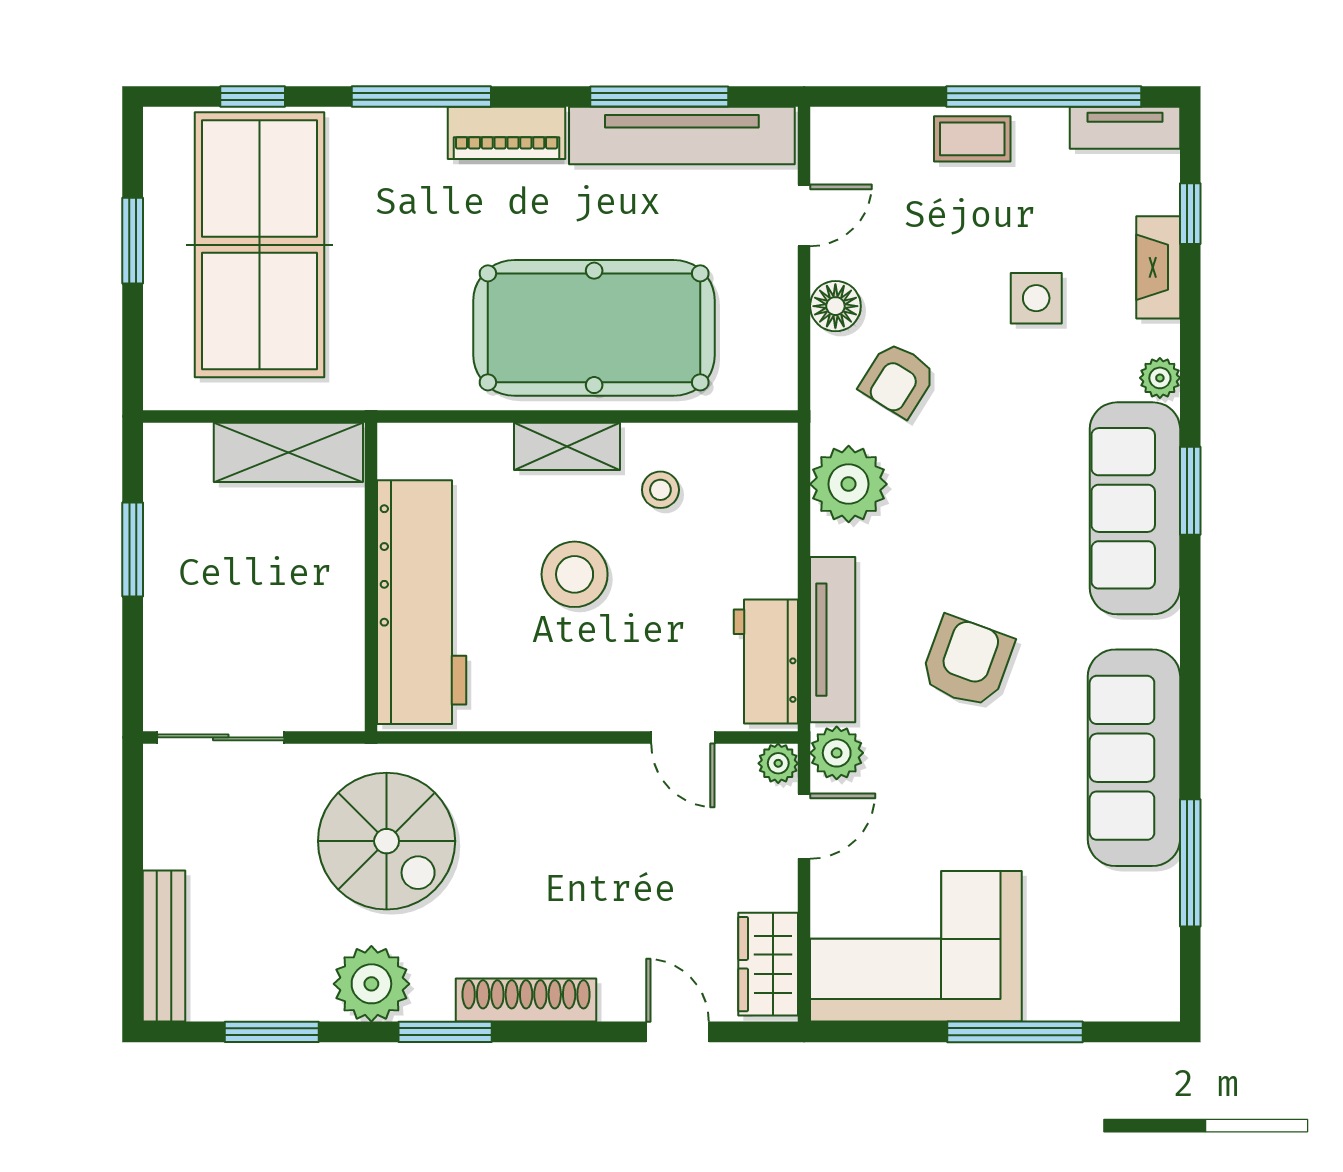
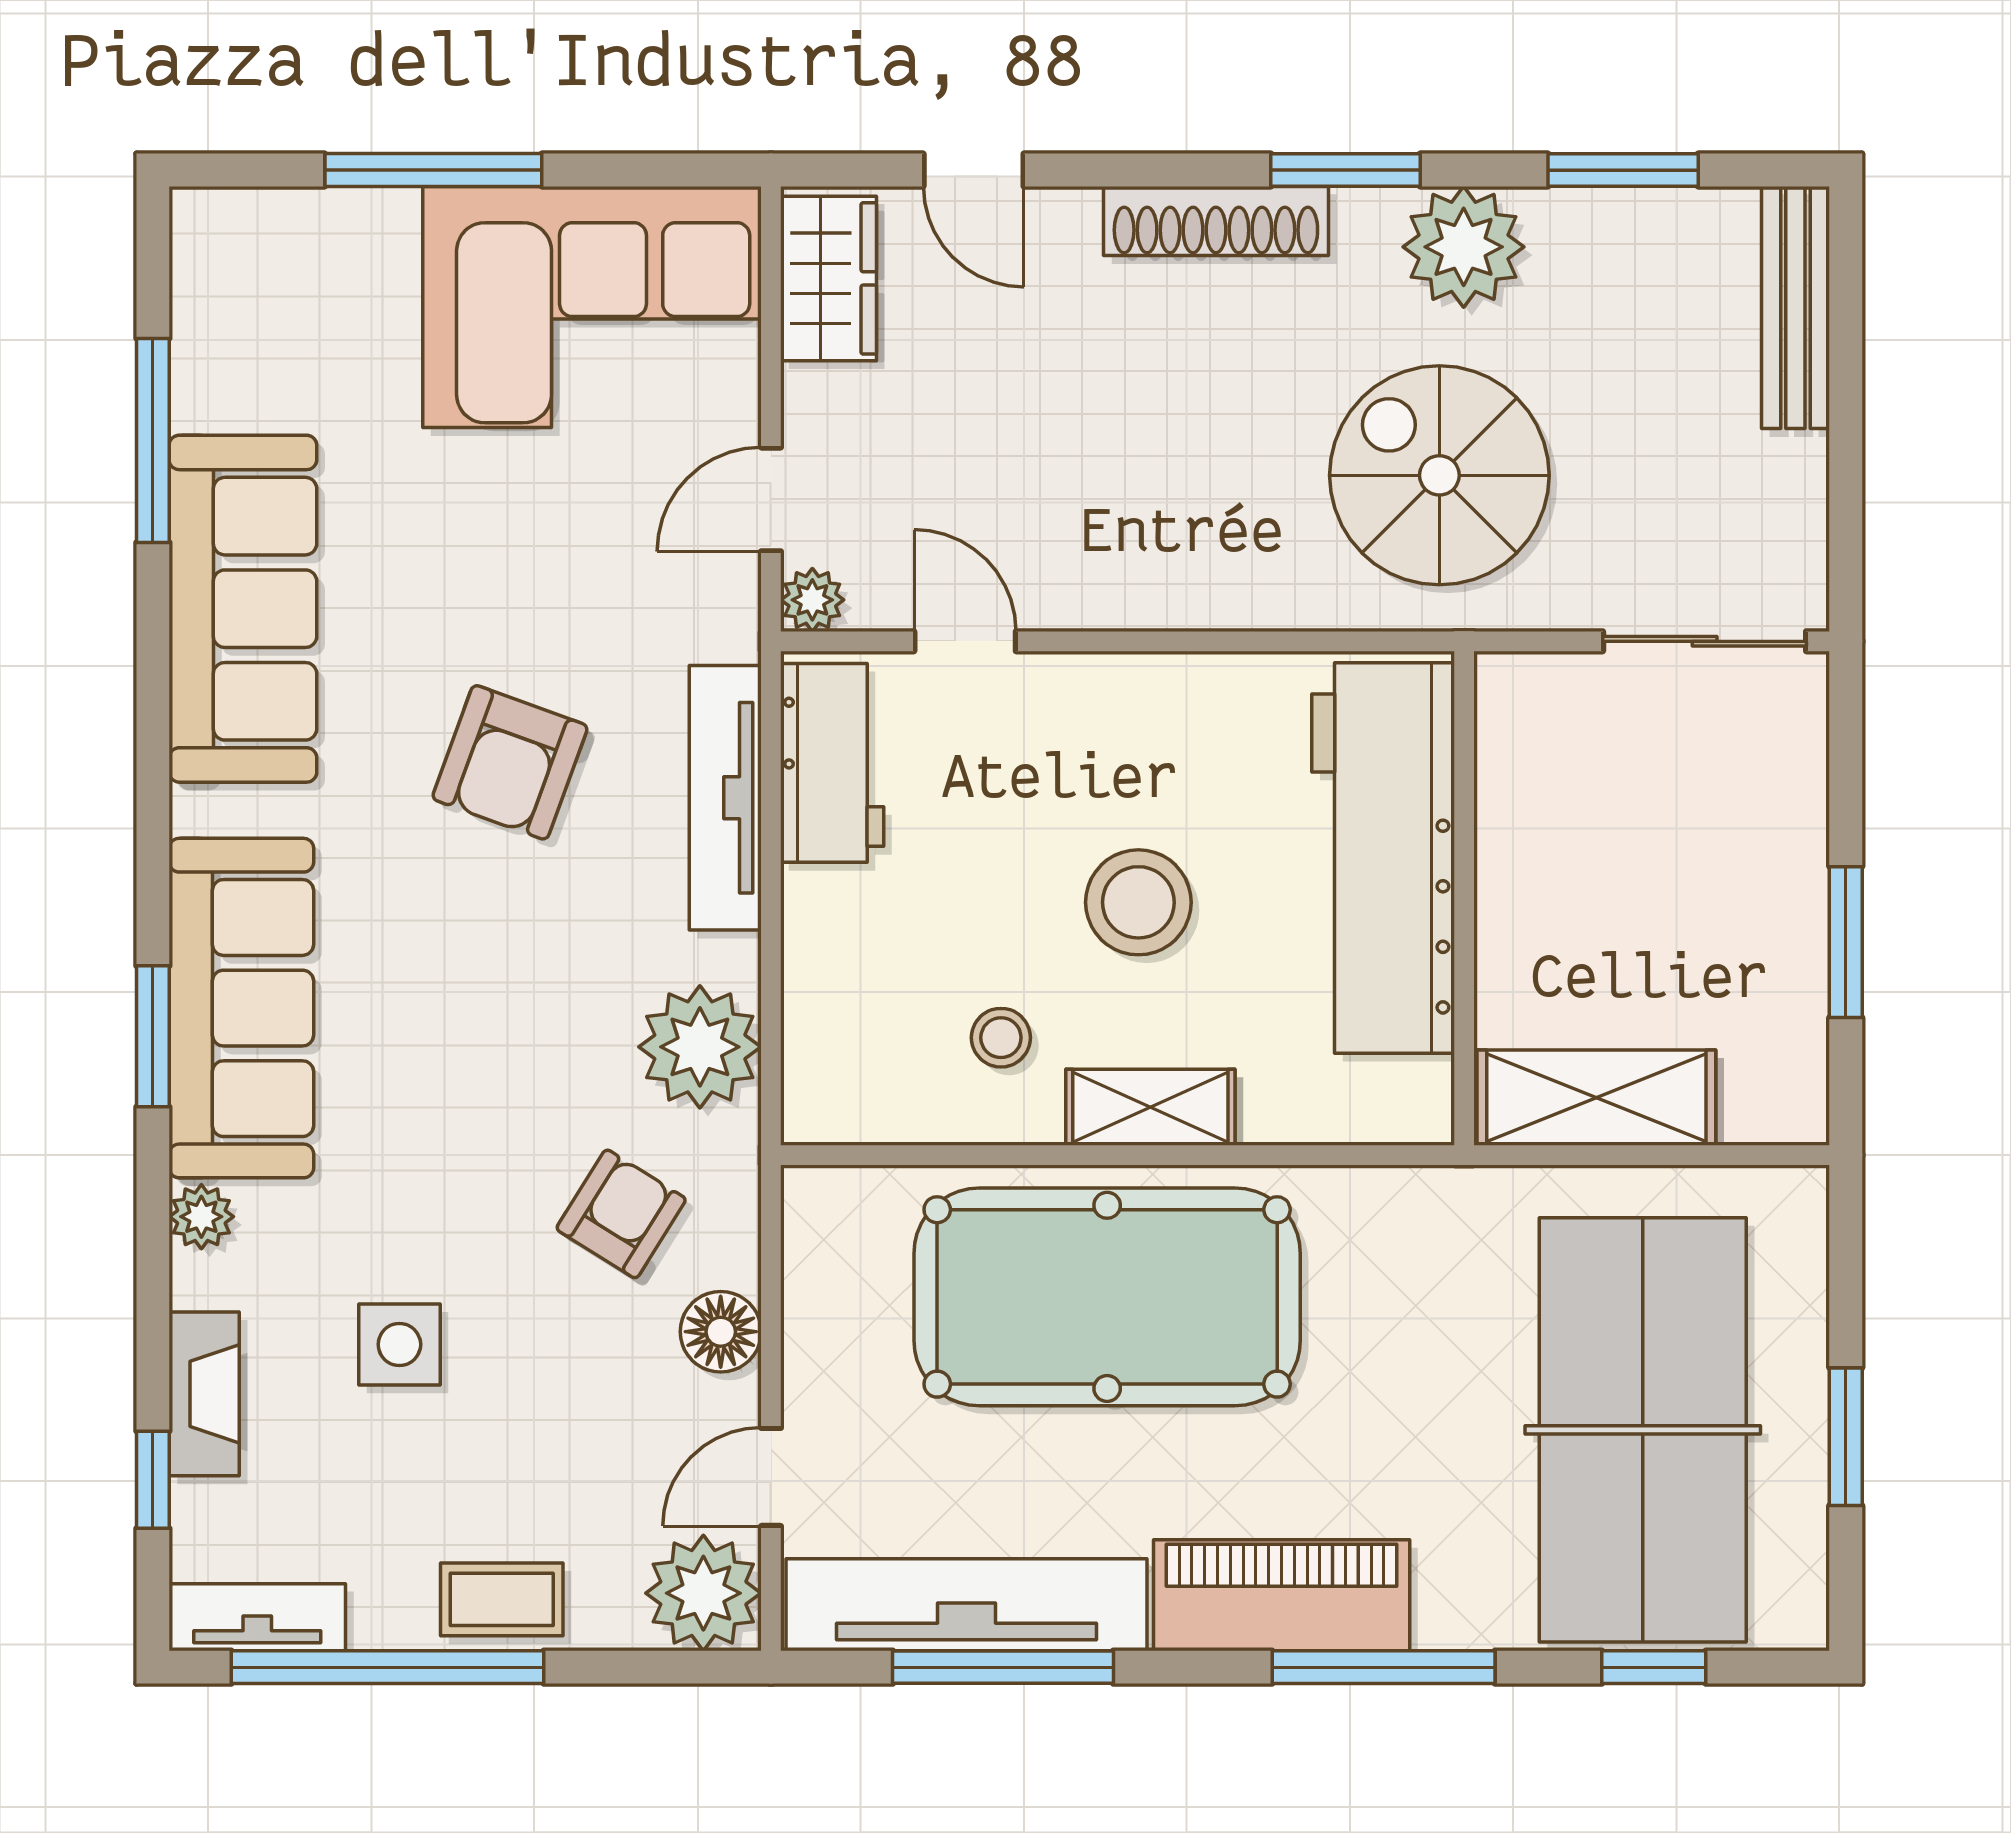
piano: (507, 133) -> (1282, 1595), width x1.37, depth x1.33
plant: (837, 753) -> (703, 1593), moved, width x1.36, depth x1.36

